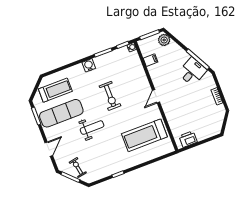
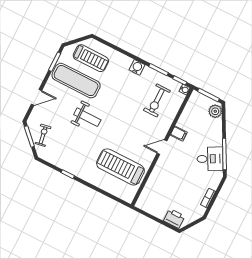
filing cabinet: (151, 60) -> (179, 134), moved
exercise bike: (110, 96) -> (157, 100), moved
printer: (188, 139) -> (174, 218), moved

